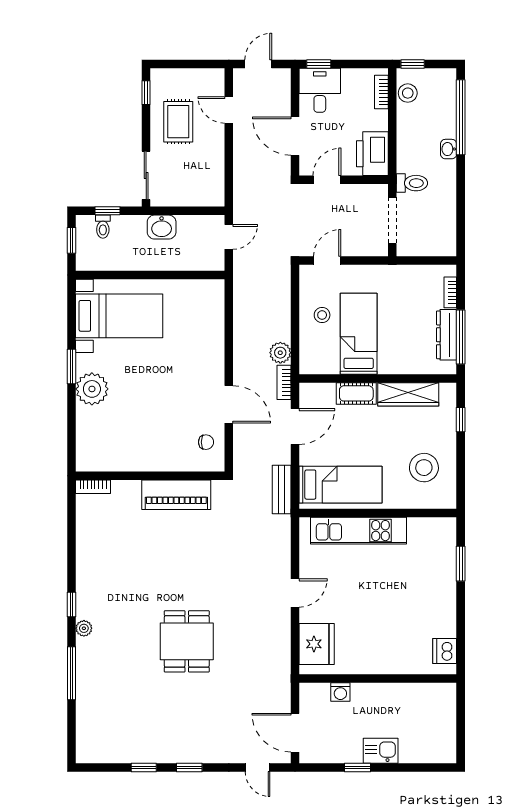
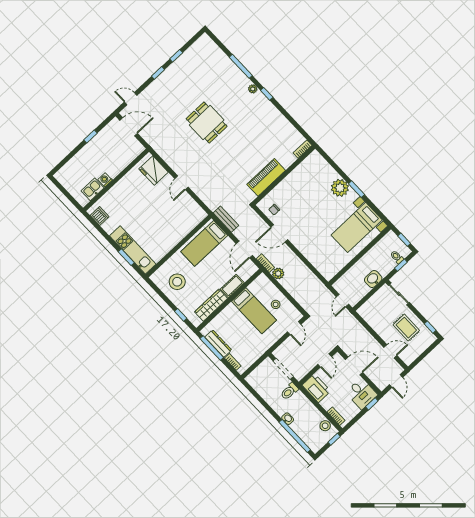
kitchen unit: (359, 531) -> (133, 250), moved, turned 90
washing machine: (340, 692) -> (105, 180), moved
kitchen sink: (381, 751) -> (92, 189), moved, turned 180

